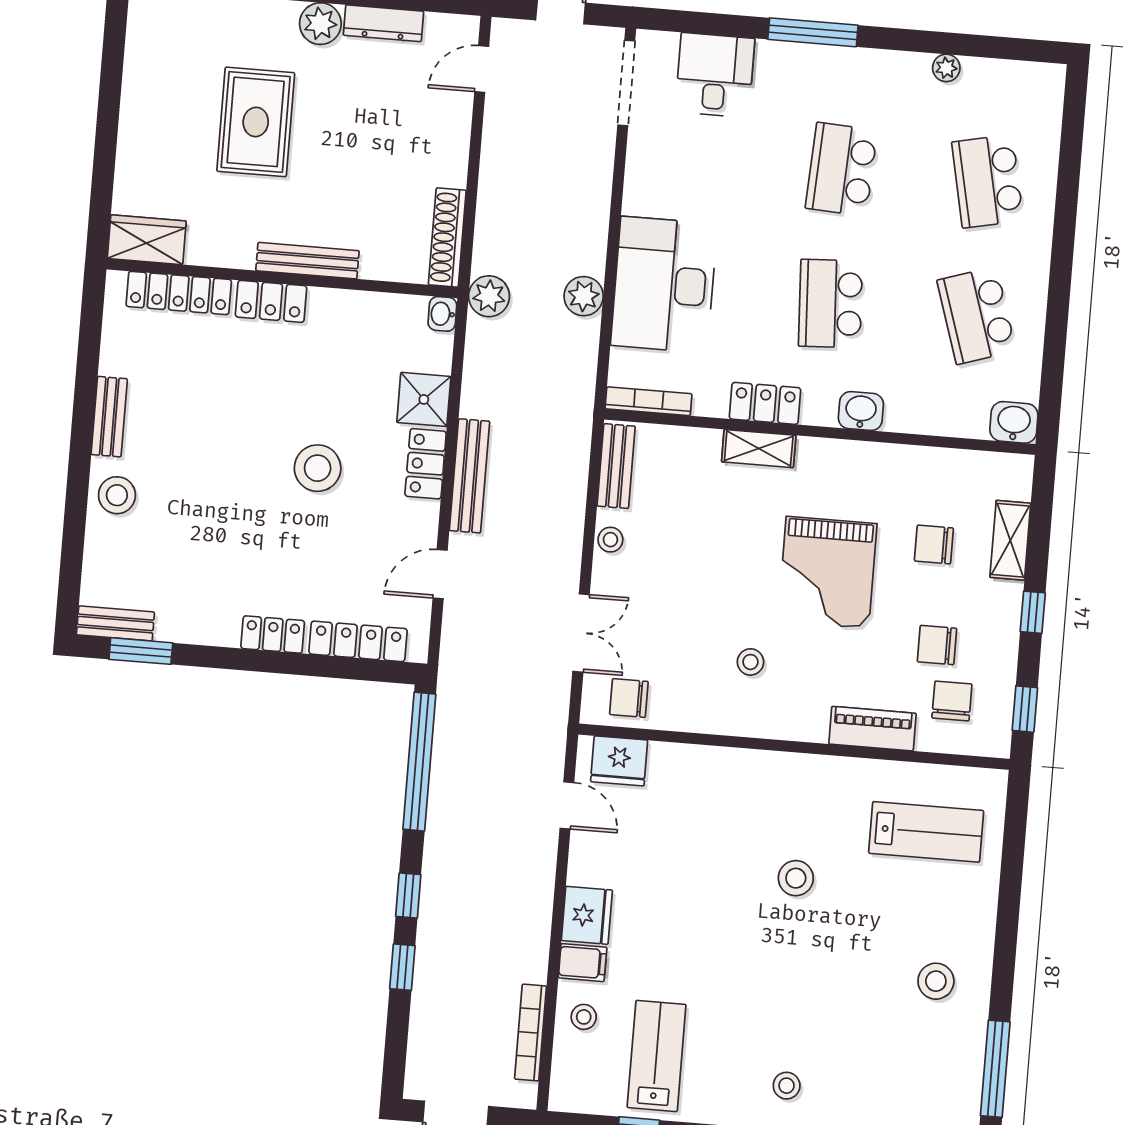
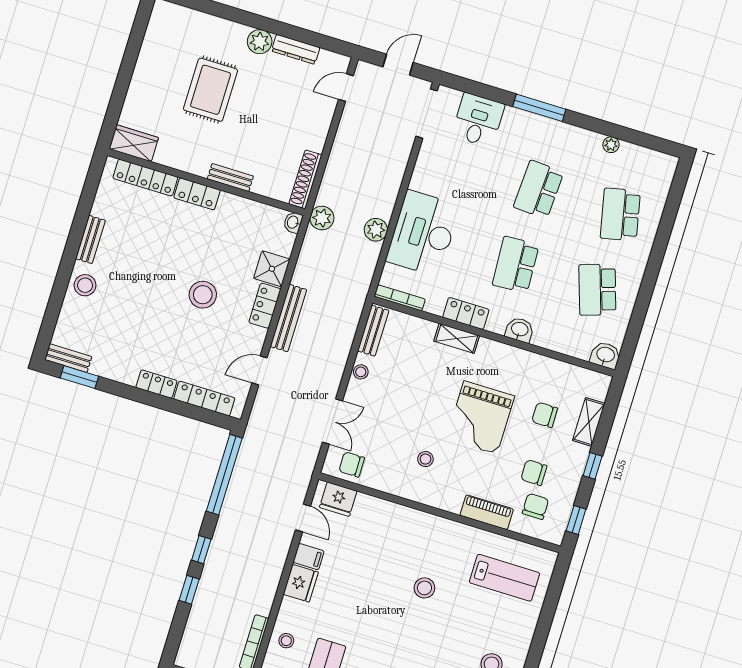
bench: (307, 261) -> (230, 178), width x0.73
filing cabinet: (583, 963) -> (309, 557), moved

